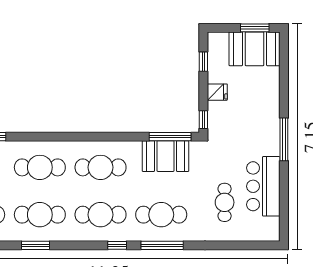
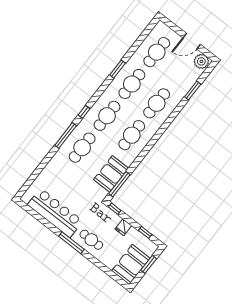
window: (255, 28) -> (149, 264), moved
bar counter: (263, 186) -> (55, 213), width x1.36
cafe table: (225, 202) -> (91, 240), moved

